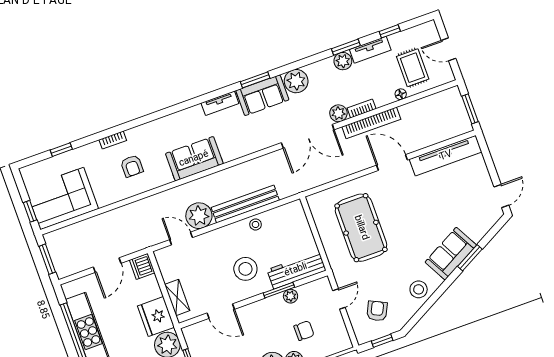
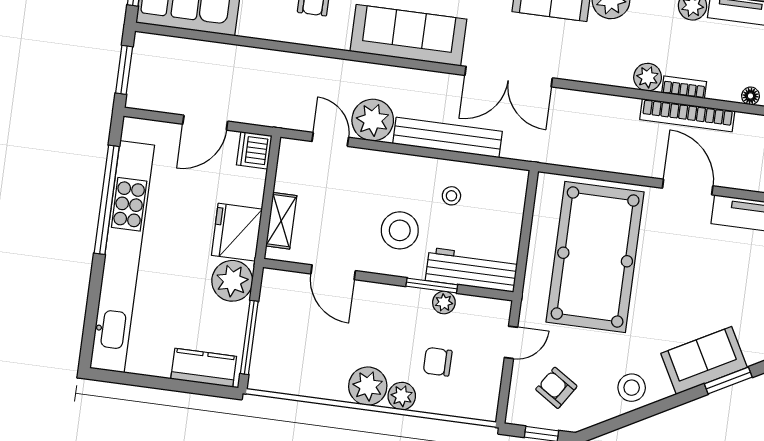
double door: (308, 136) -> (509, 77), moved
sofa: (194, 159) -> (408, 35), width x1.36
stool: (255, 224) -> (451, 196), moved
pool table: (361, 228) -> (595, 257), width x1.36, depth x1.32
armchair: (377, 311) -> (556, 388), turned -83
chair: (304, 331) -> (438, 362), turned 180

